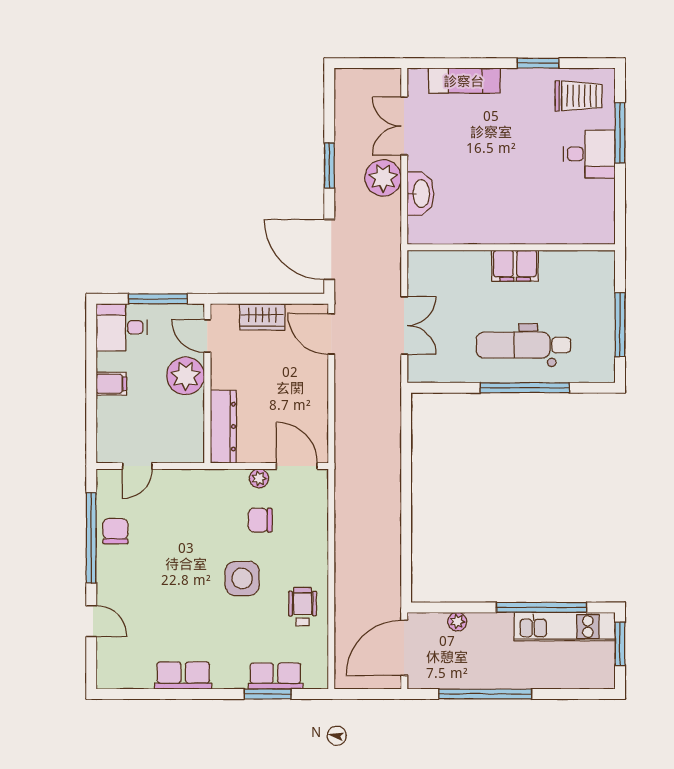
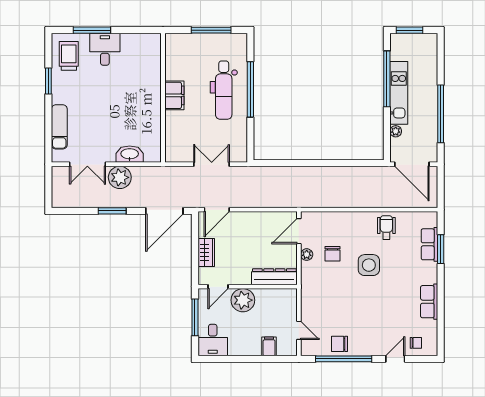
filing cabinet: (111, 384) -> (269, 346), moved
wheelchair: (303, 607) -> (386, 227), turned 90
kitchen unit: (565, 627) -> (399, 93), moved
chair: (117, 654) -> (416, 343), added

